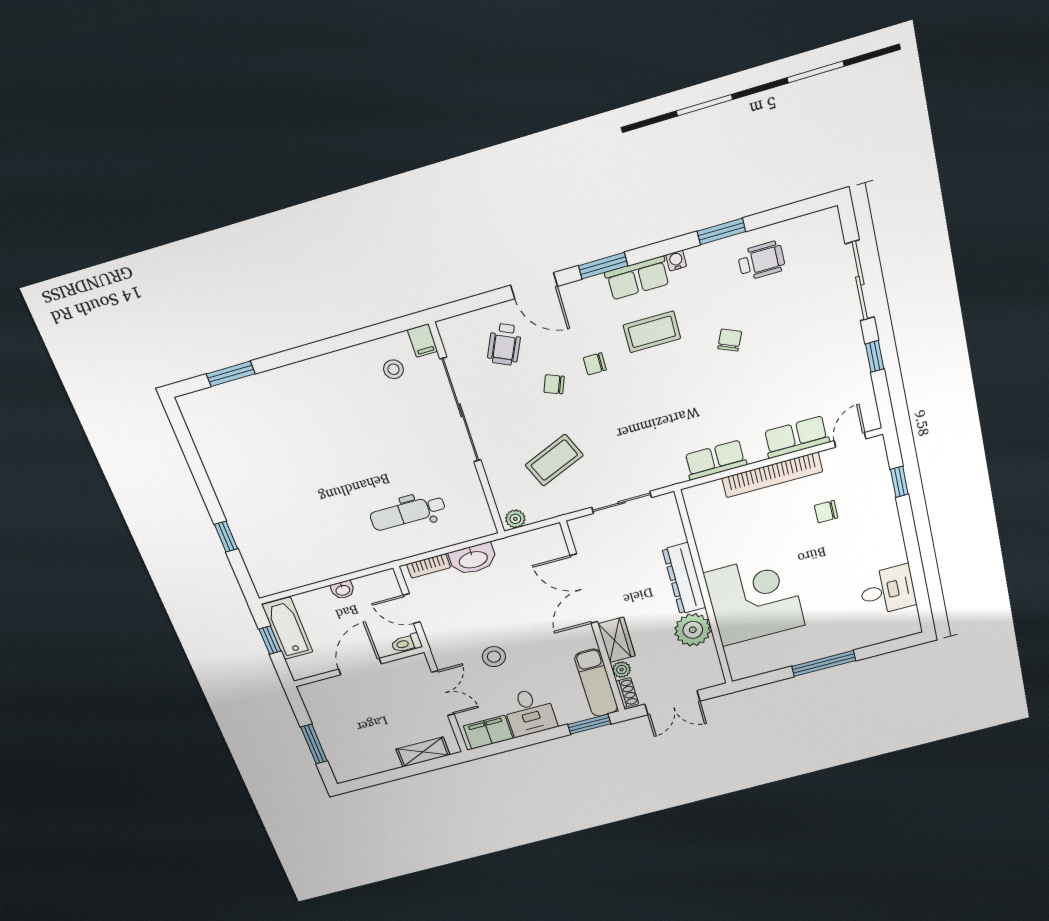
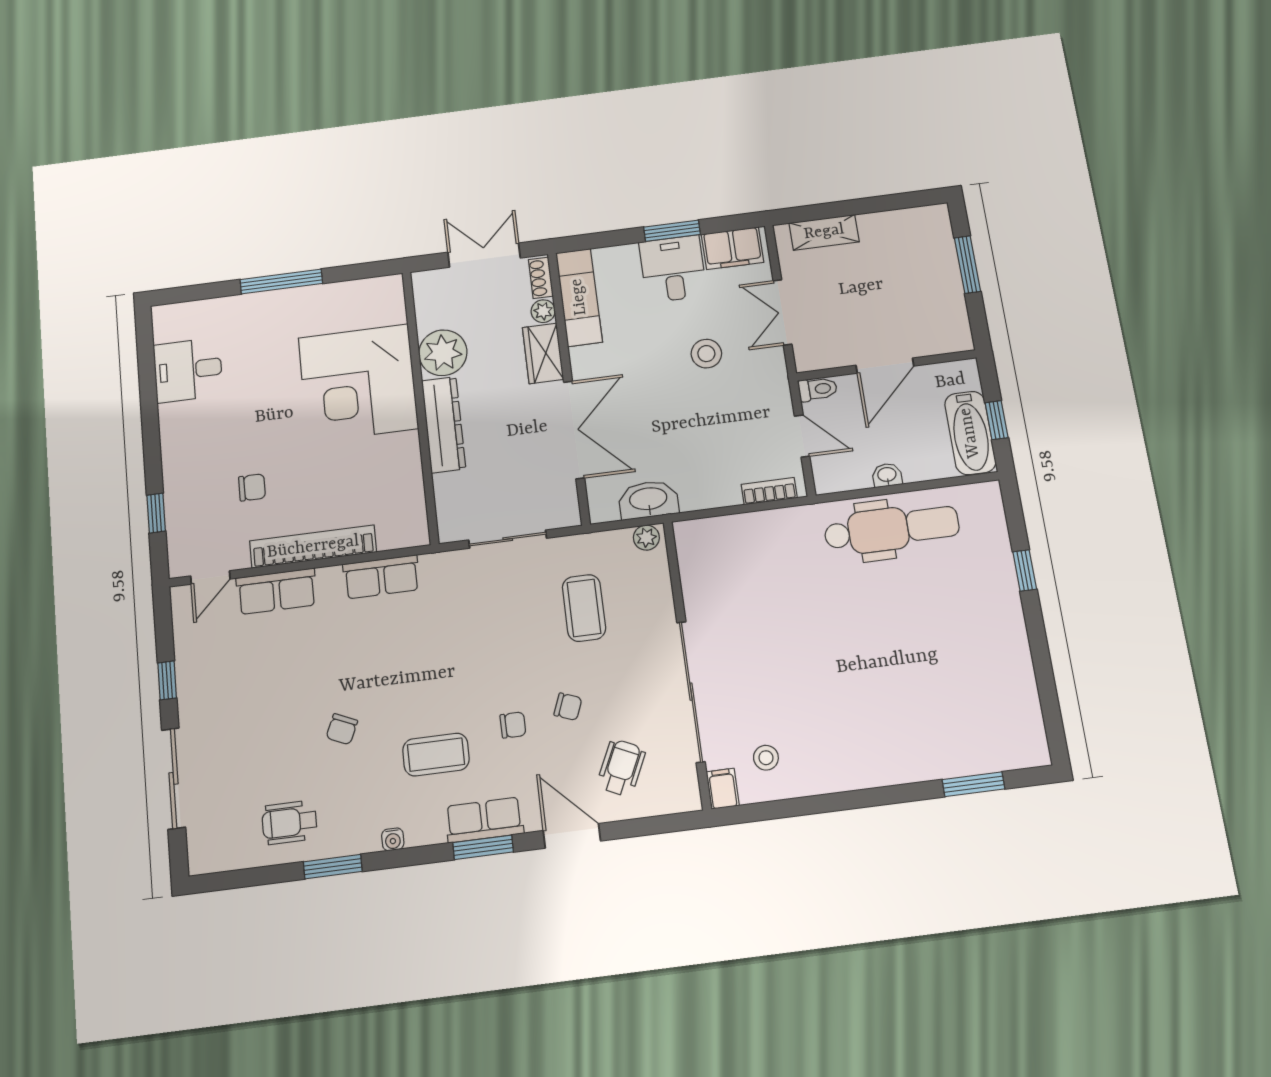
row of seats: (637, 278) -> (484, 820), moved
coffee table: (554, 460) -> (584, 608), turned -67
dental chair: (408, 513) -> (892, 529), moved, width x1.36, depth x1.38
washbasin: (473, 559) -> (648, 500), moved
window: (589, 724) -> (672, 231), moved

